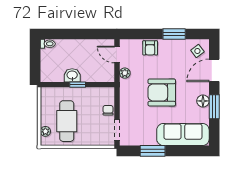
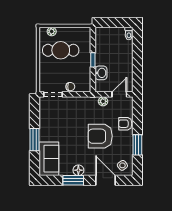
washbasin: (72, 75) -> (101, 73), moved
armchair: (162, 92) -> (100, 136), moved, turned -90
sofa: (183, 135) -> (49, 159), width x0.73
window: (153, 151) -> (35, 140), moved

